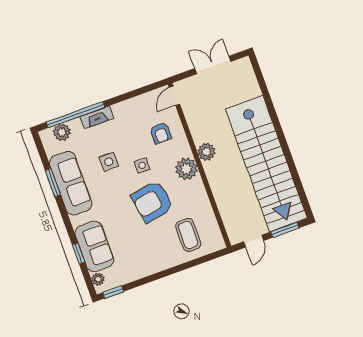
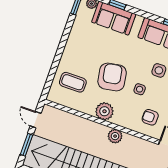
plant: (186, 169) -> (104, 111), moved

